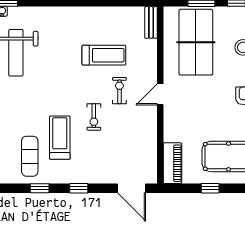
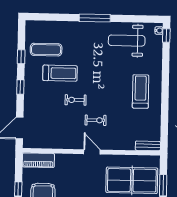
treadmill: (104, 55) -> (141, 91), moved, turned 180

